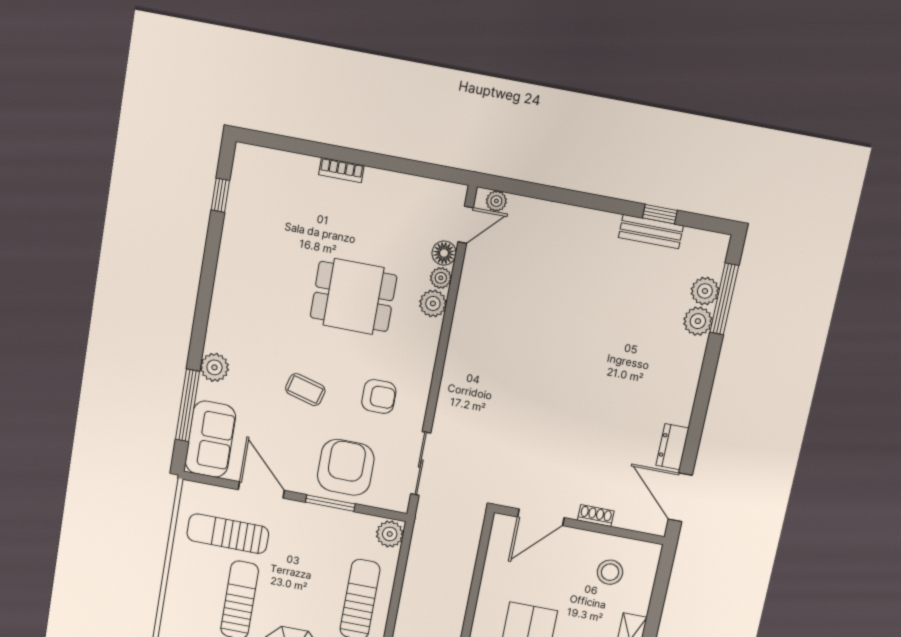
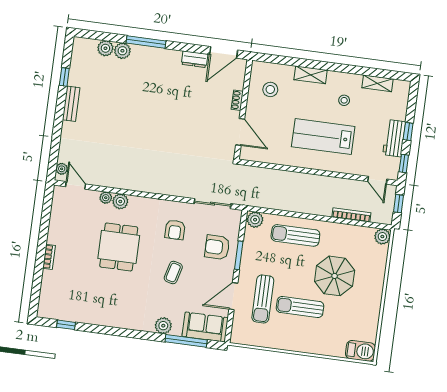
bench: (651, 232) -> (71, 104), moved
floor lamp: (444, 253) -> (92, 197), removed
window: (724, 299) -> (146, 42), moved
armchair: (379, 396) -> (175, 230), turned 180
armchair: (346, 467) -> (217, 247), width x0.73, depth x0.73
sun lounger: (228, 534) -> (263, 299), moved

